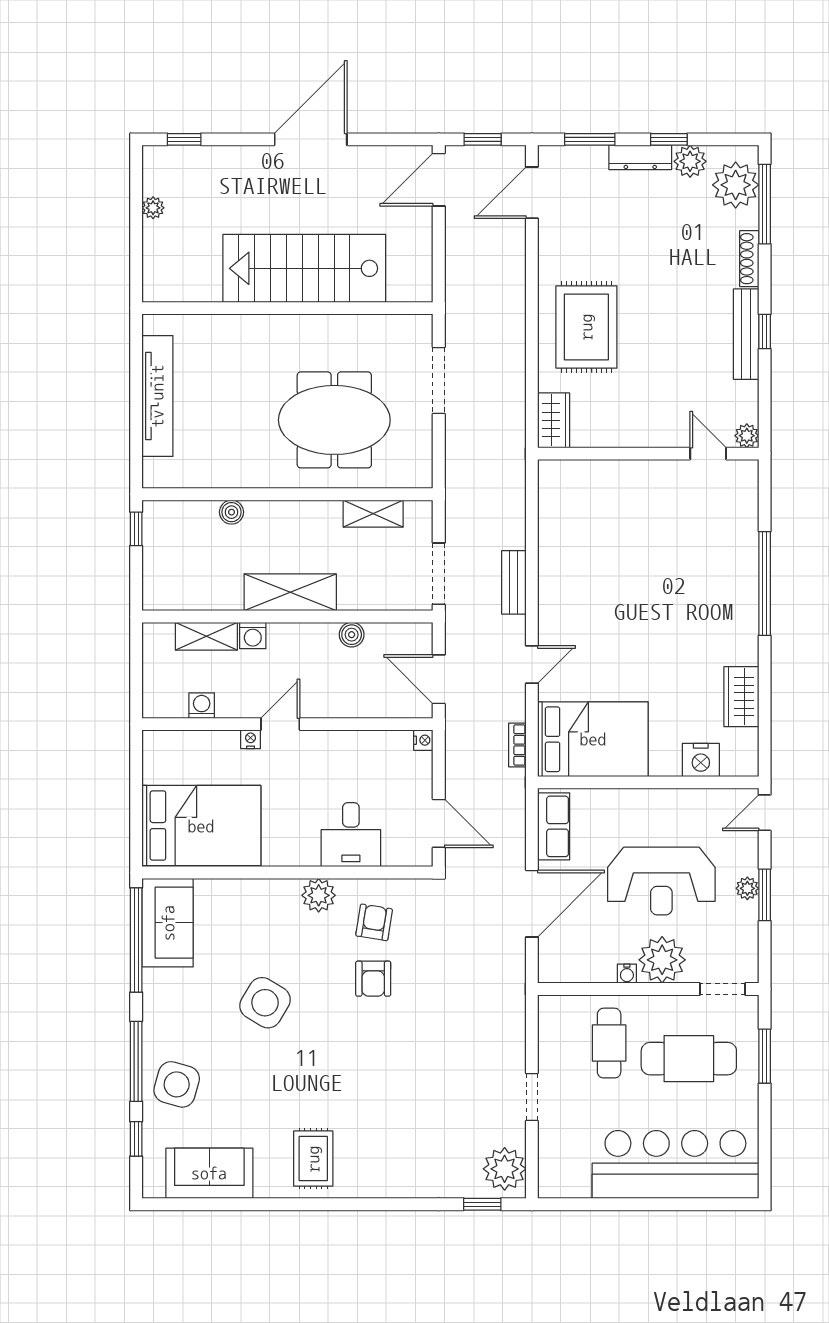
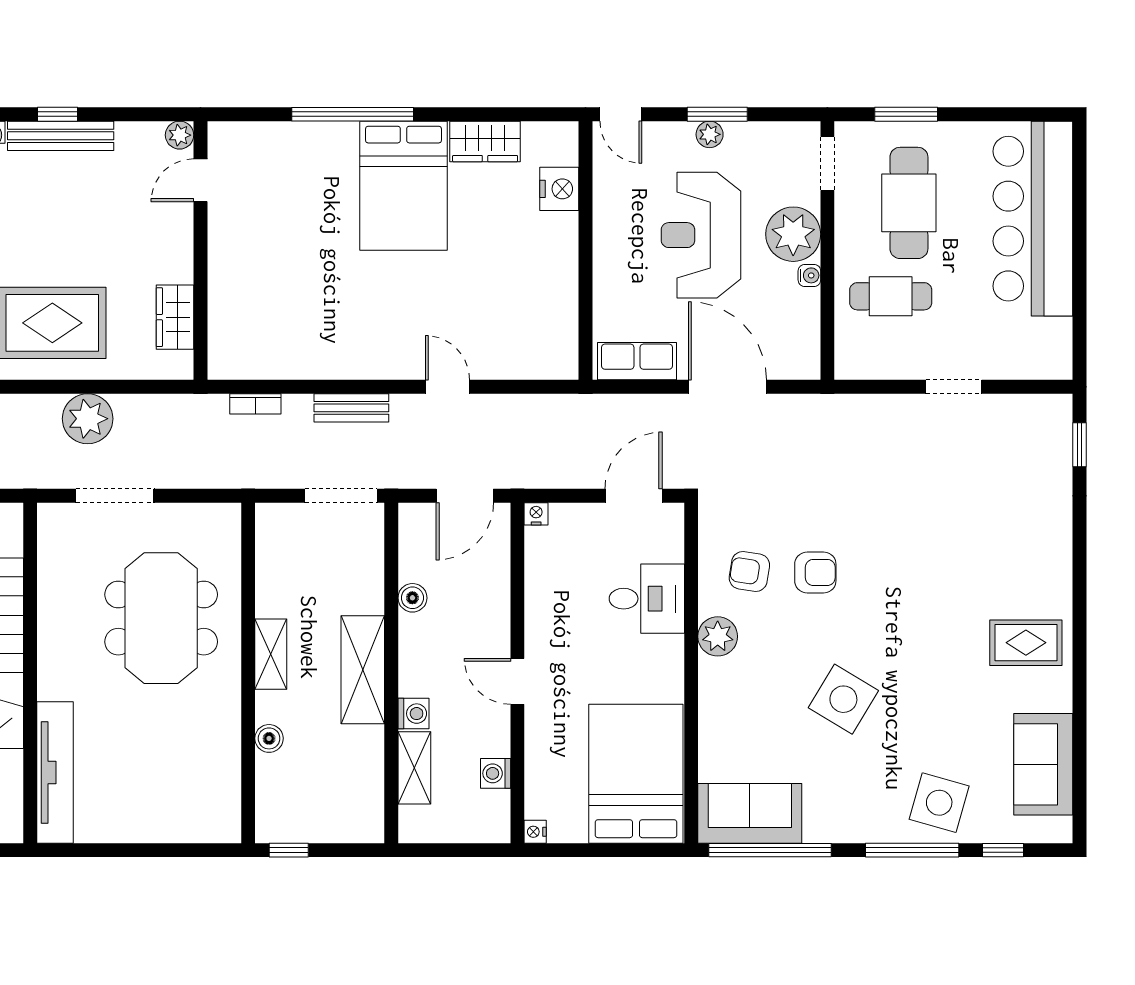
tv unit: (157, 396) -> (55, 773), moved, turned 90
wardrobe: (554, 420) -> (175, 317), moved, turned -90
shelving: (373, 514) -> (271, 654), moved
nightstand: (251, 739) -> (535, 832), moved
bed: (593, 739) -> (403, 186), moved, turned 180
bookcase: (517, 745) -> (255, 404), moved
reception desk: (661, 881) -> (701, 235), turned 180
plant: (505, 1169) -> (88, 419), moved

